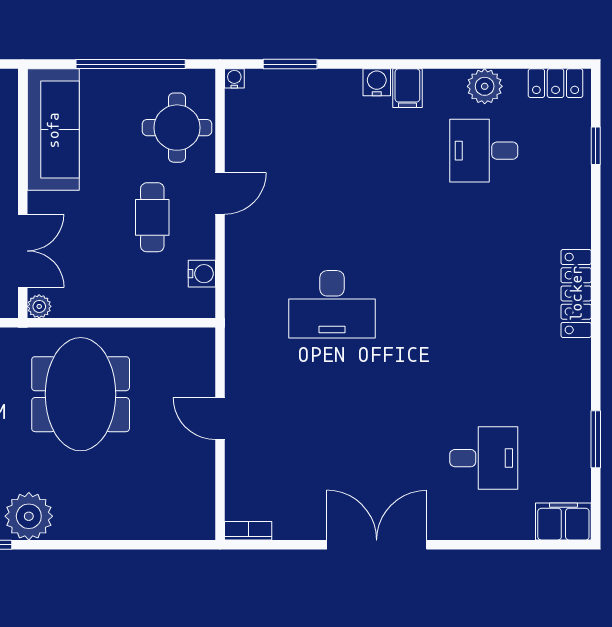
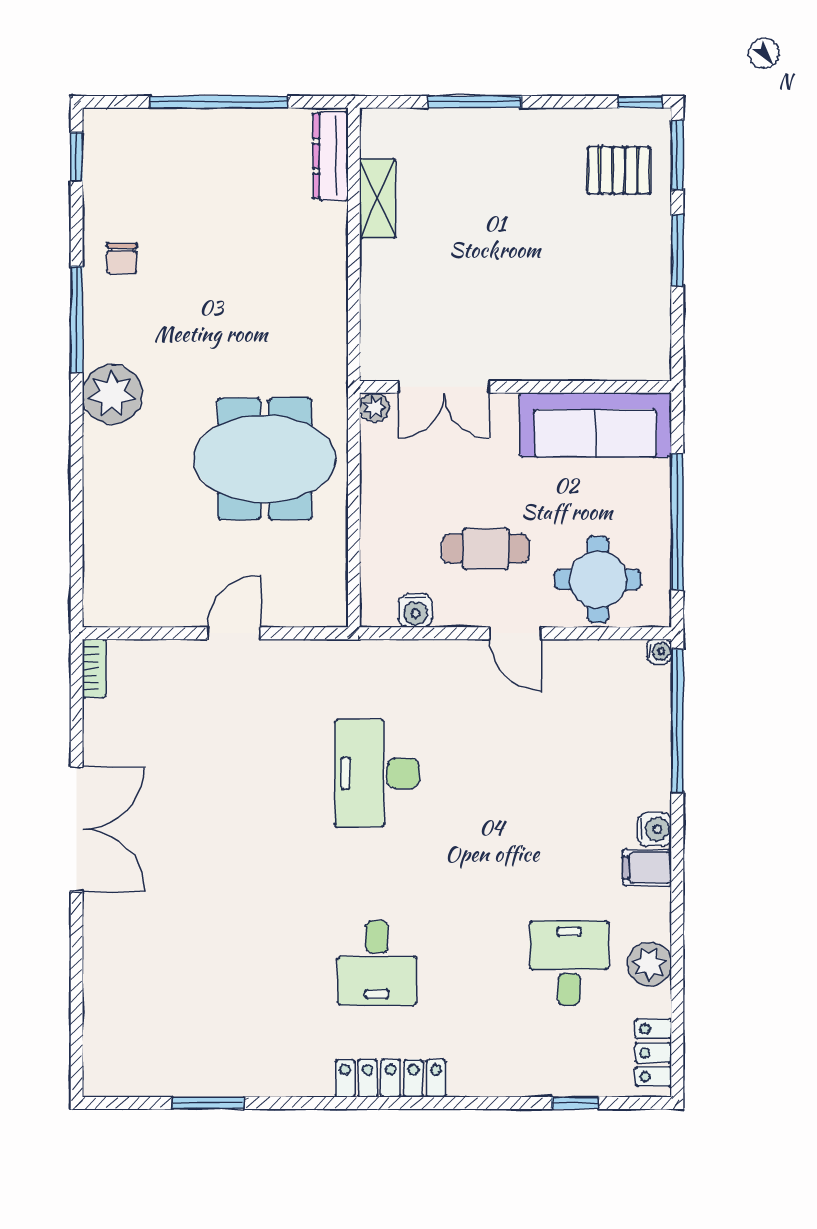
window: (290, 64) -> (677, 721), width x2.11
desk: (484, 458) -> (377, 963), moved
filing cabinet: (563, 522) -> (105, 1062), removed

